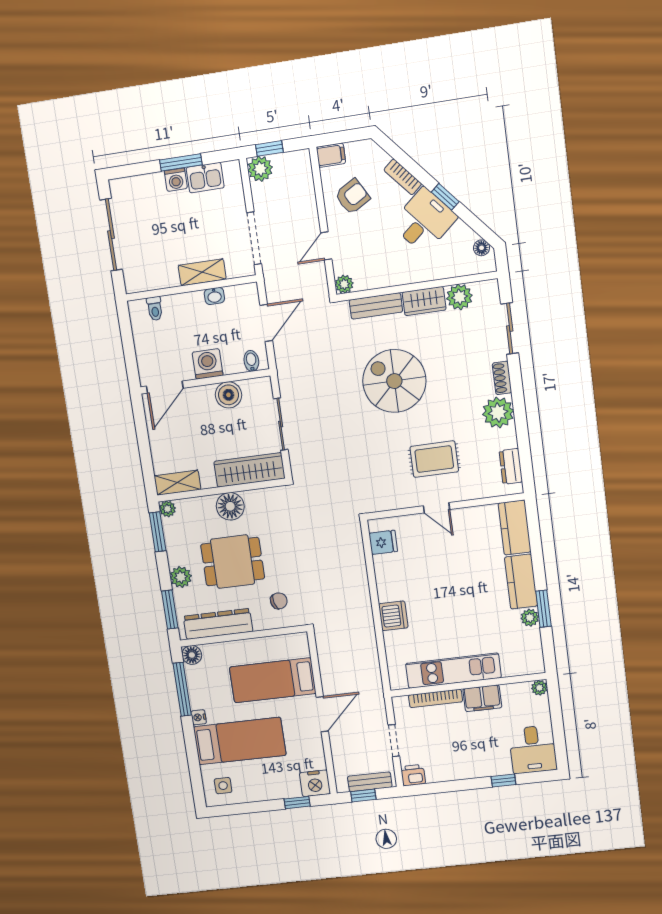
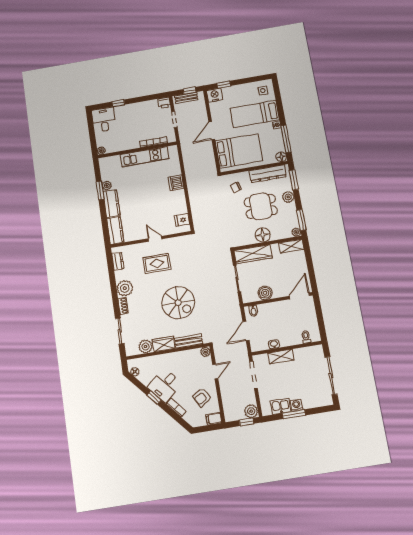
washing machine: (208, 364) -> (277, 309), removed
bed: (273, 680) -> (239, 151), width x1.50
filing cabinet: (482, 698) -> (130, 144), removed

